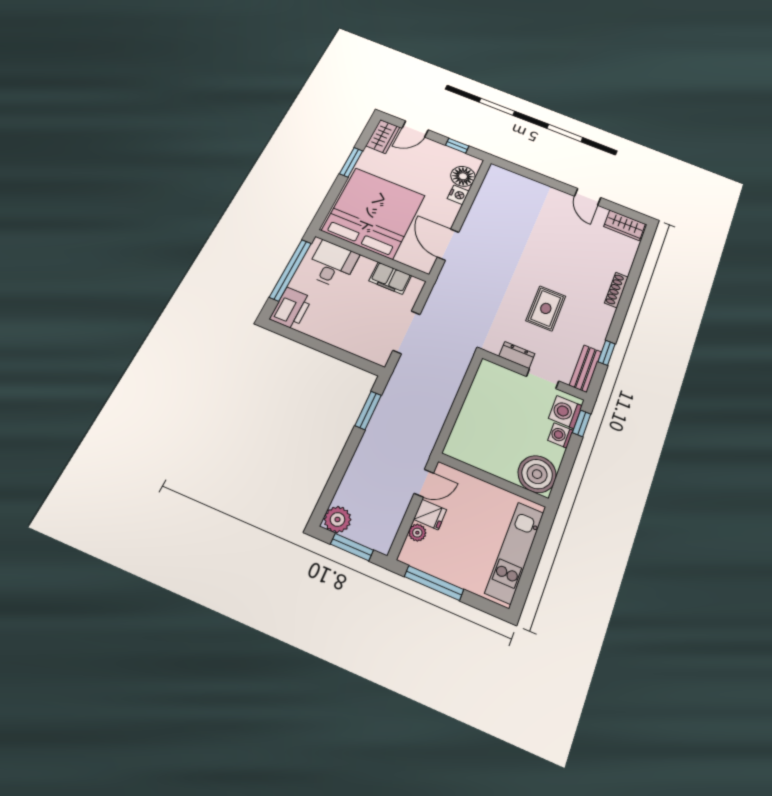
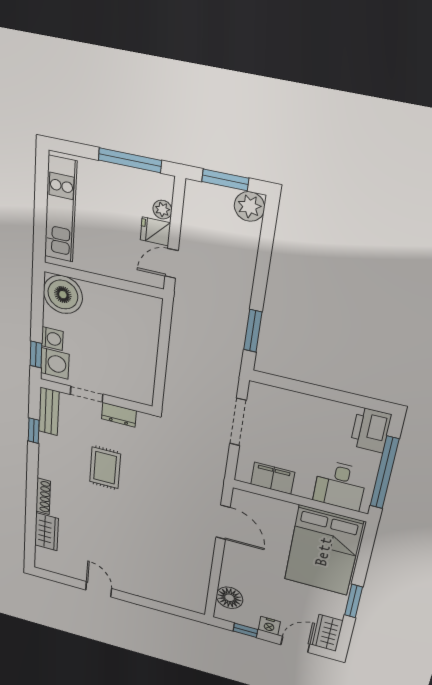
nightstand: (458, 195) -> (269, 626), moved, turned -90
bed: (374, 213) -> (323, 551), width x0.73
wardrobe: (625, 225) -> (47, 532), moved, turned 90

